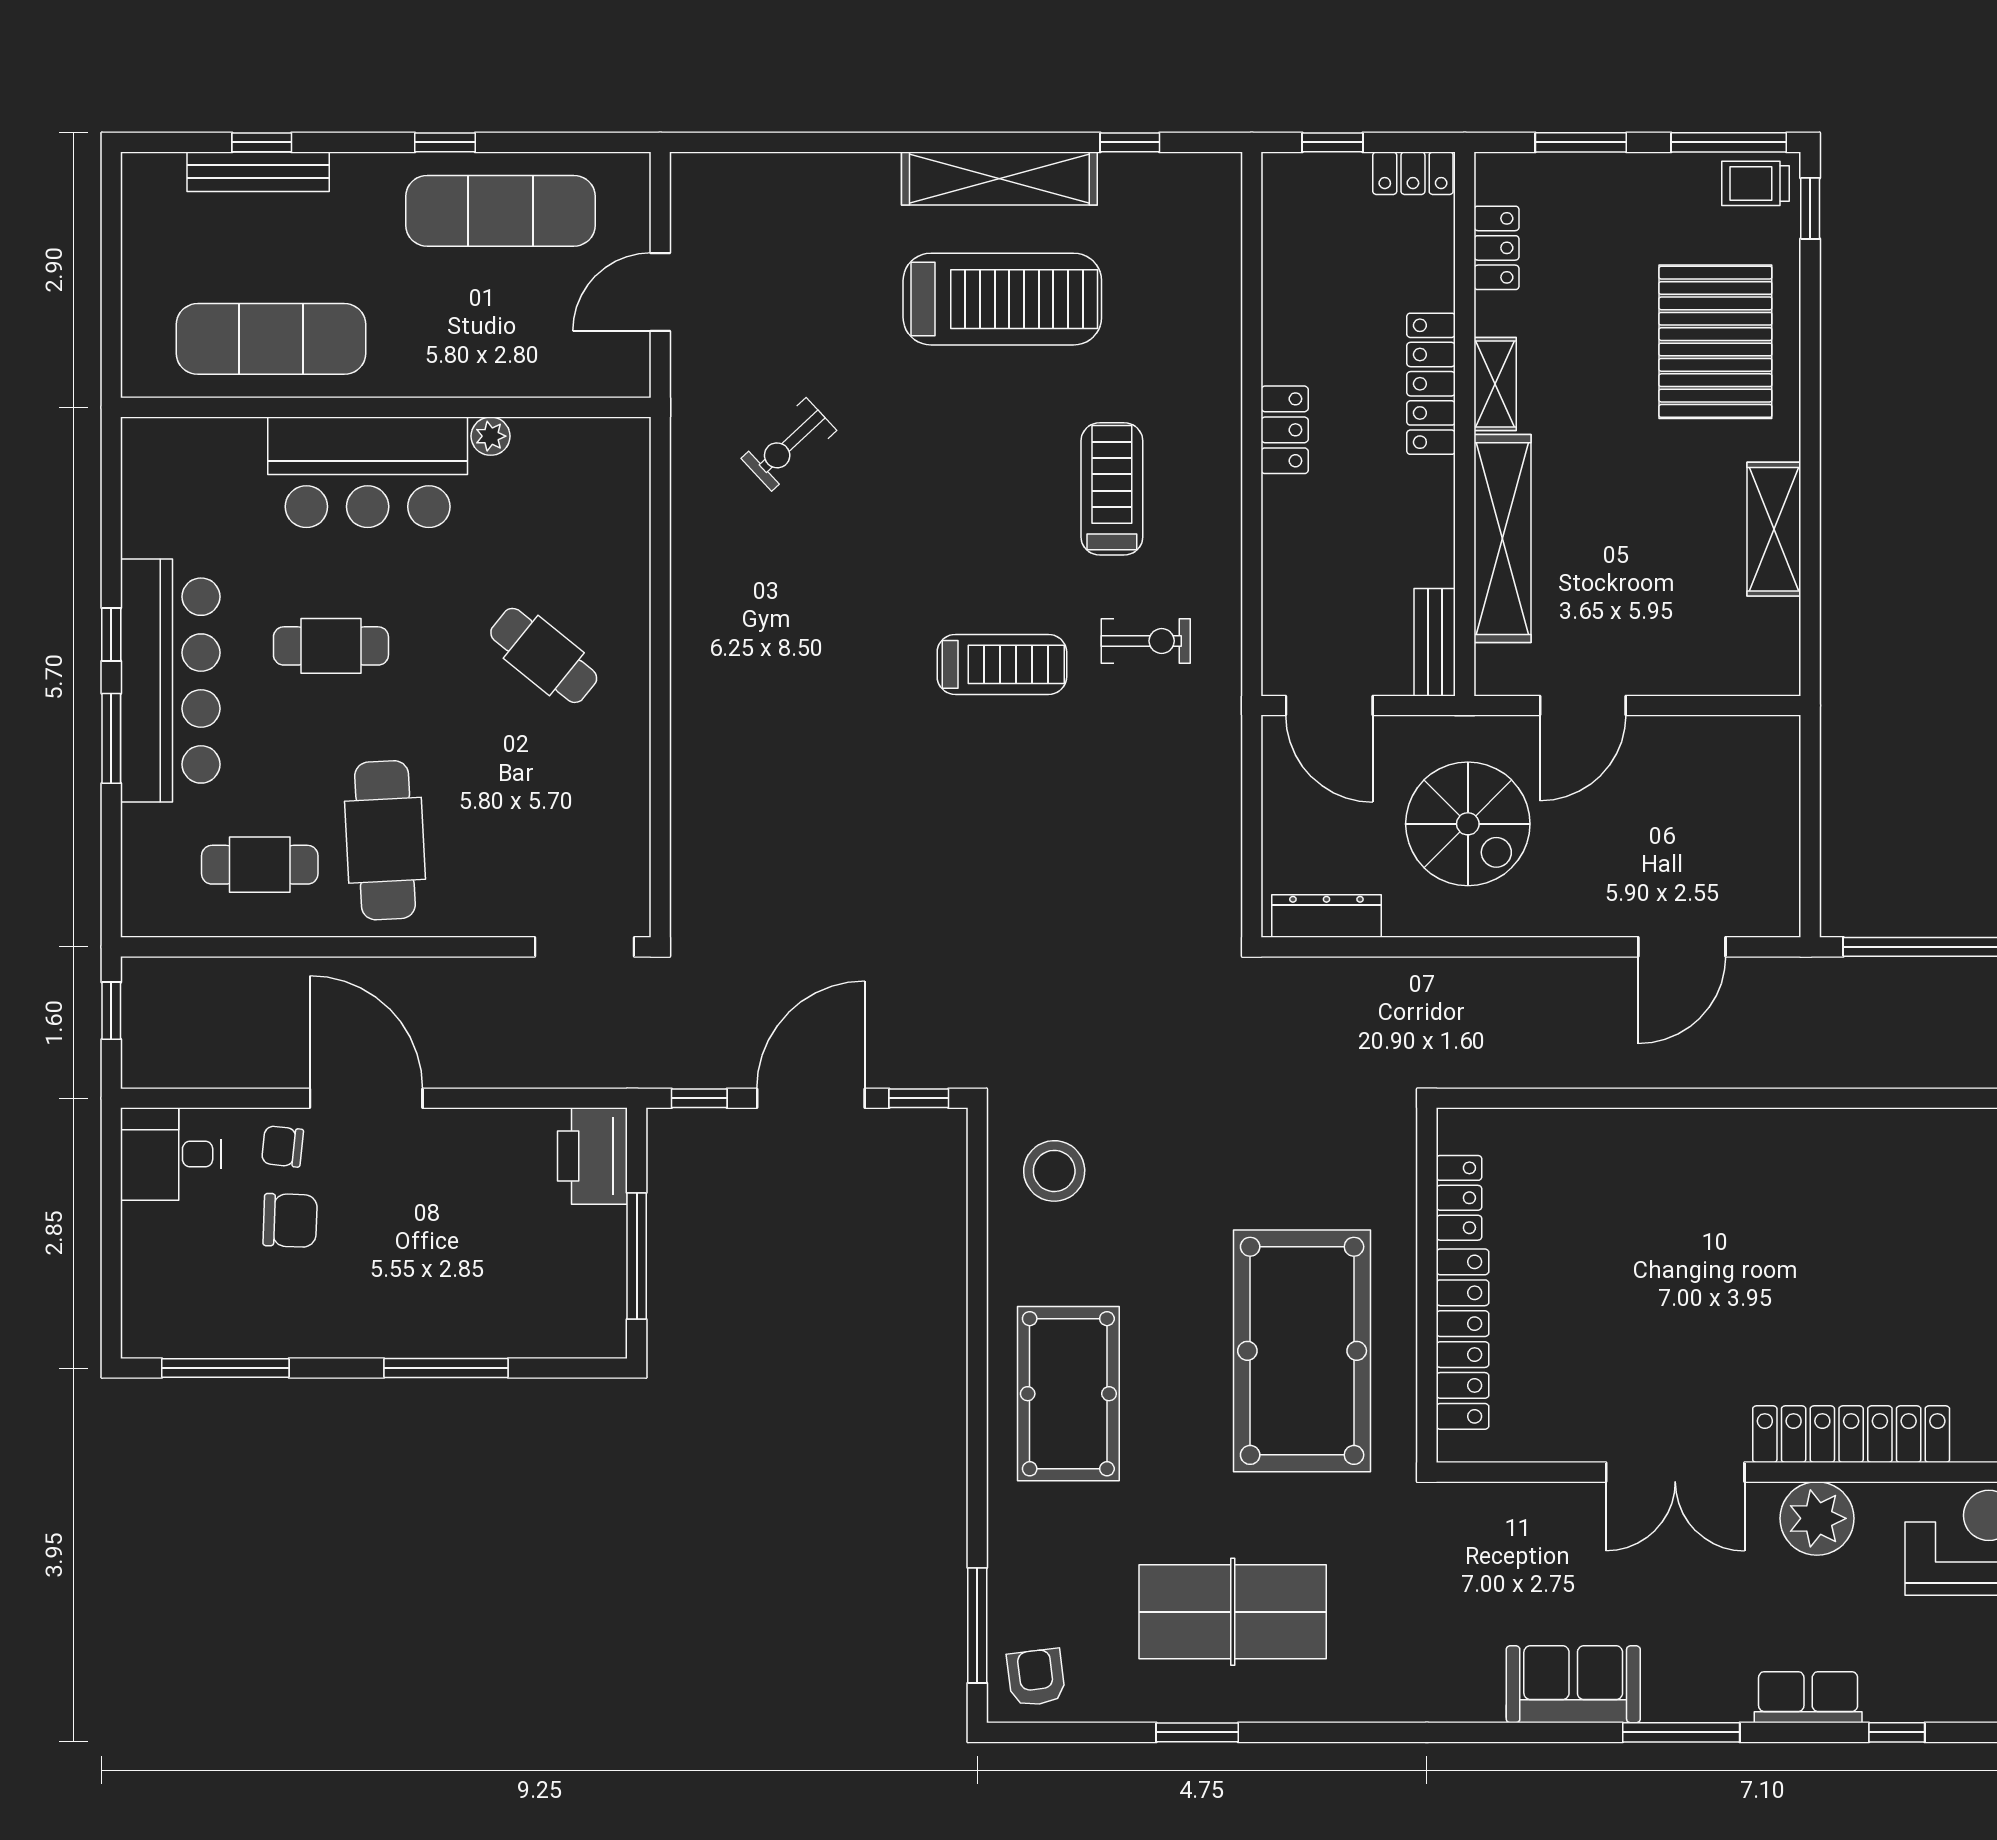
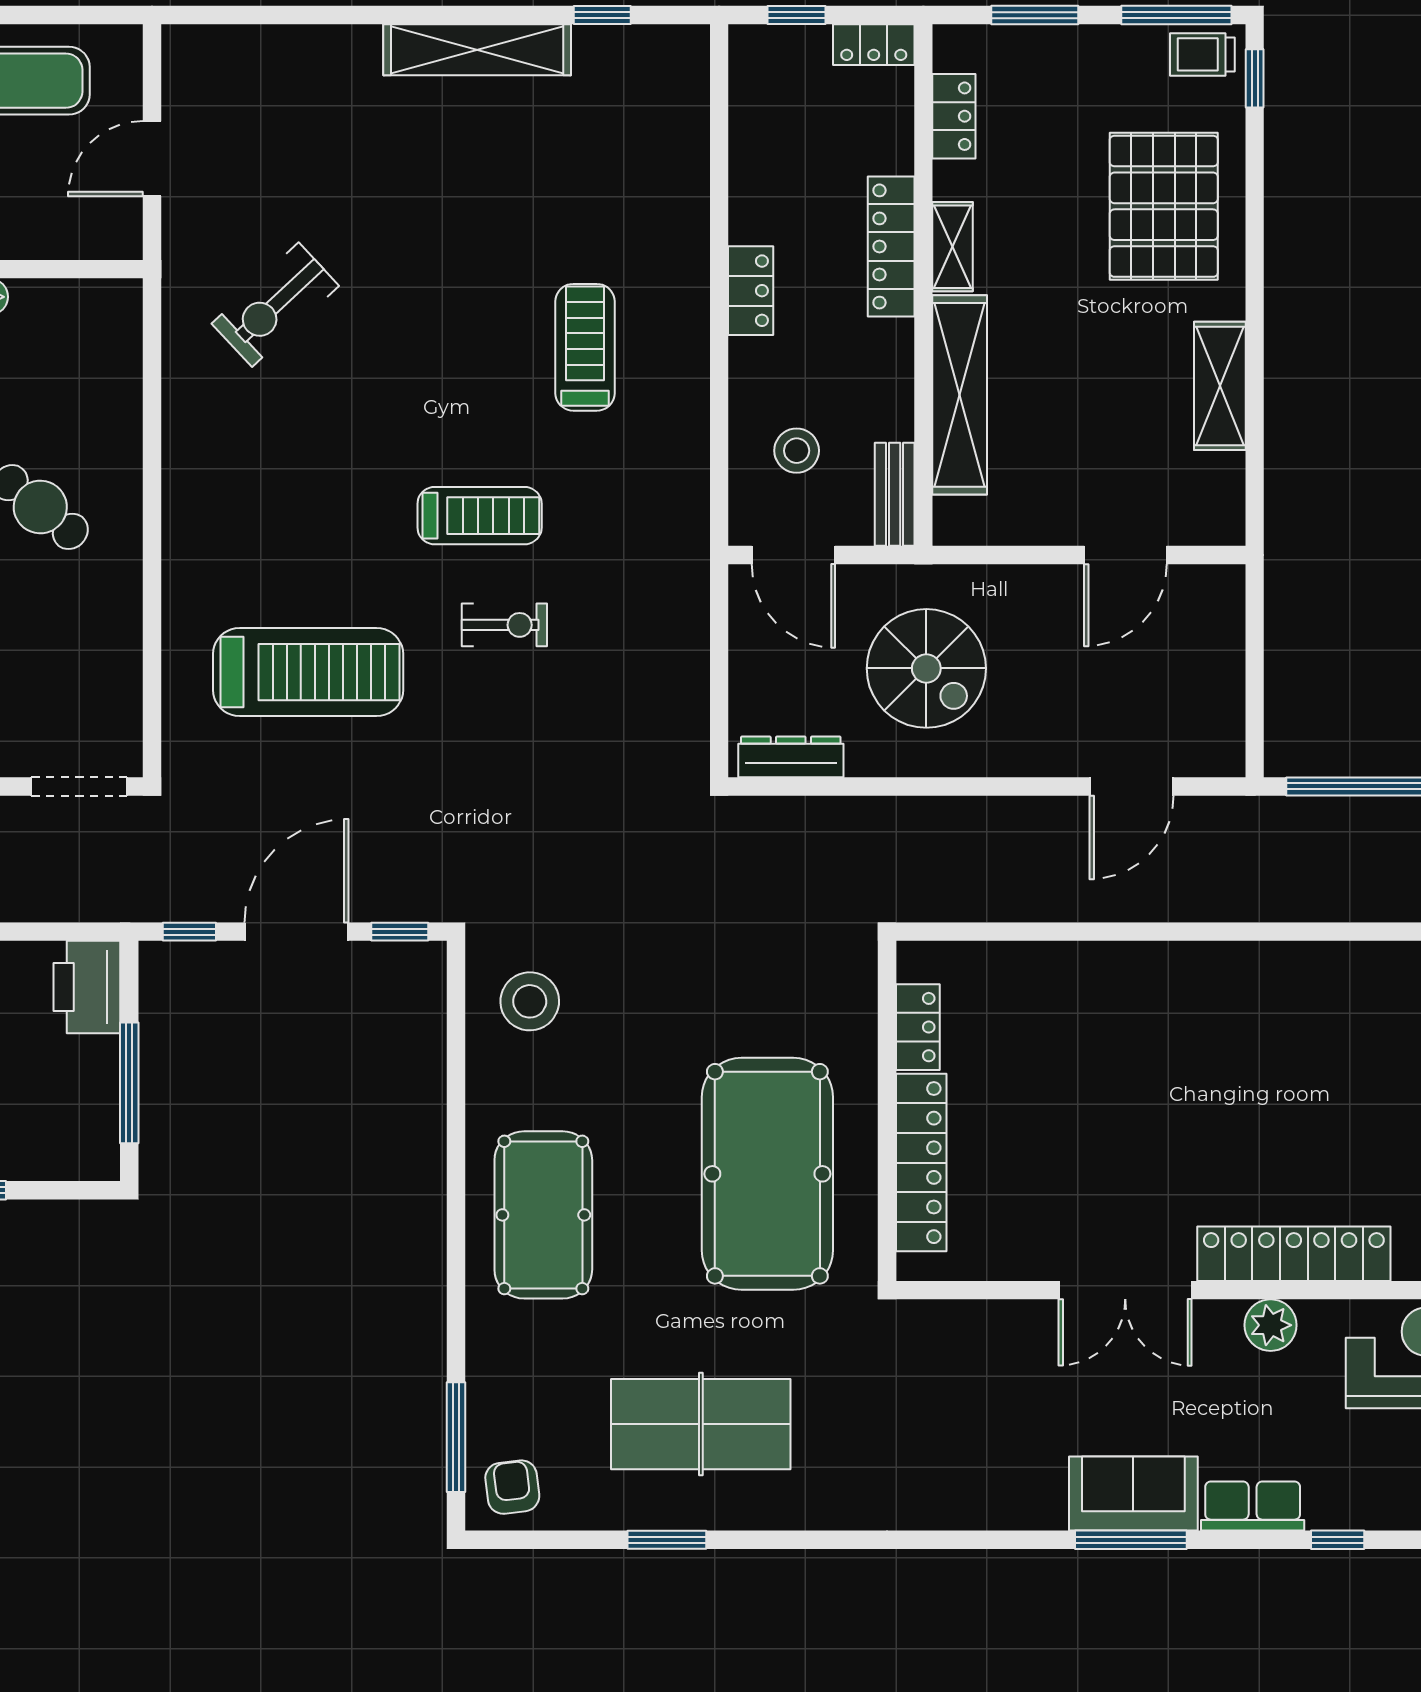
treadmill: (1002, 299) -> (308, 672), moved
exercise bike: (789, 444) -> (275, 305), width x1.38, depth x1.39
stool: (1333, 597) -> (797, 451), added
exercise bike: (1146, 641) -> (504, 625), moved
door: (1583, 706) -> (1125, 555), moved
plant: (1817, 1518) -> (1271, 1325), width x0.73, depth x0.73
sofa: (1573, 1684) -> (1133, 1494), moved

